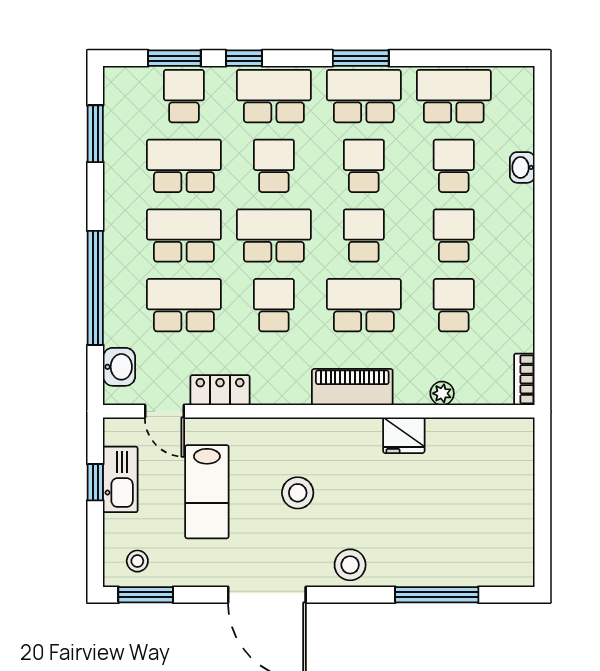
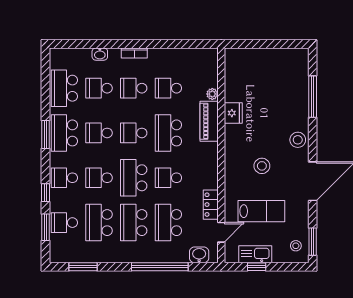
school desk: (274, 96) -> (64, 178), width x0.54
bookcase: (524, 379) -> (134, 53), moved
piano: (352, 387) -> (209, 121), moved

